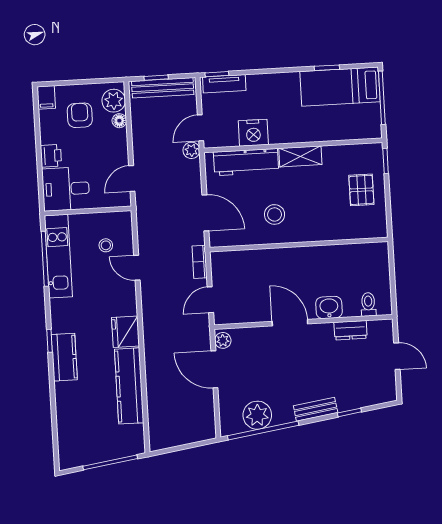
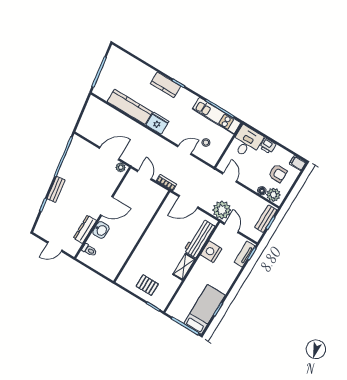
bench: (163, 88) -> (266, 219), width x0.73
plant: (191, 150) -> (222, 210), width x1.88, depth x1.88
stool: (275, 214) -> (164, 235), removed
dresser: (351, 330) -> (85, 229), width x1.44
plant: (257, 415) -> (73, 159), removed

